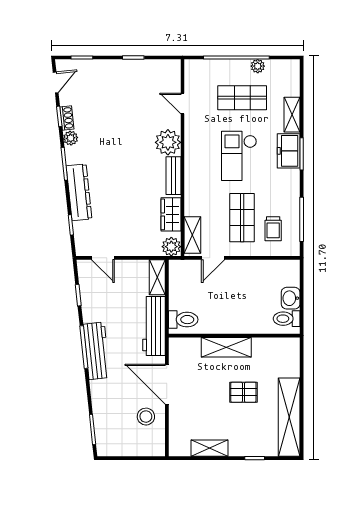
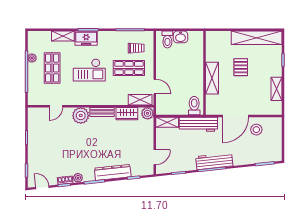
toilet: (287, 319) -> (167, 39), moved

